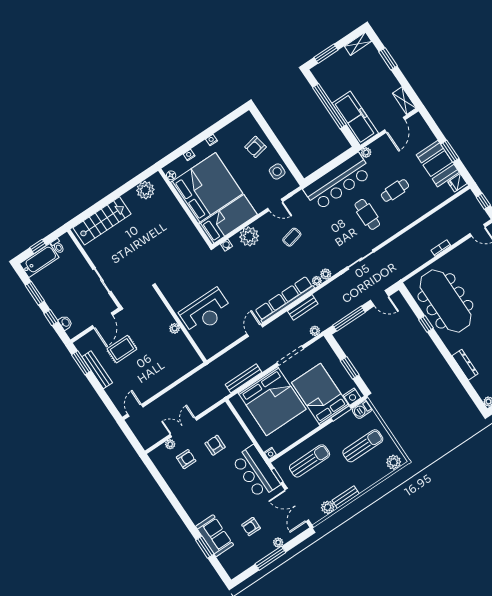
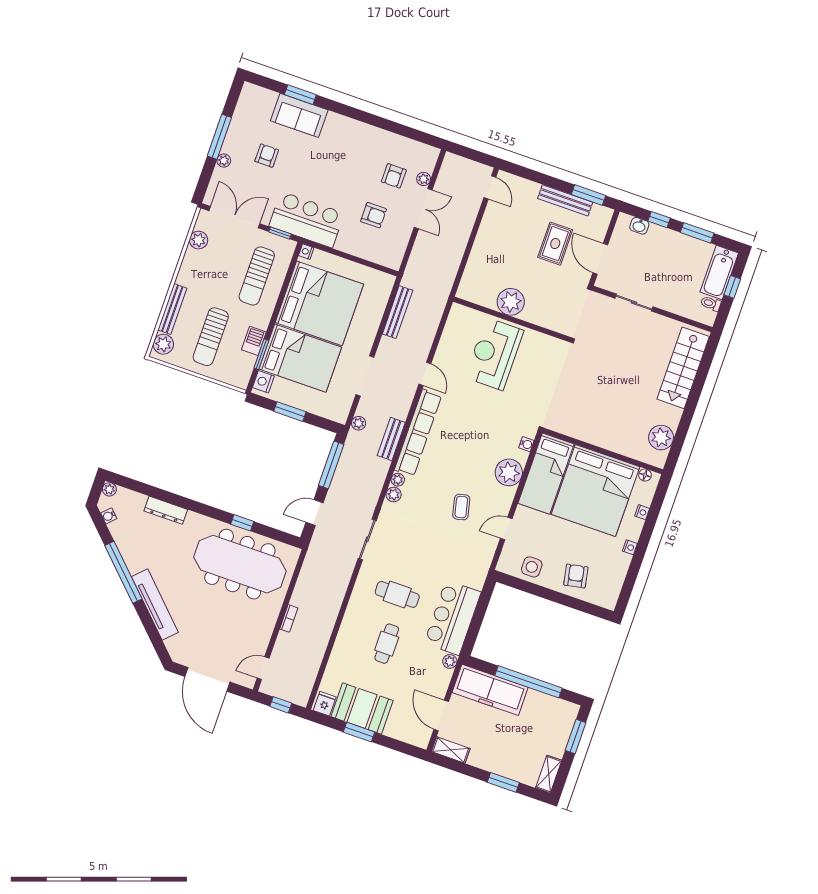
bar counter: (338, 182) -> (453, 618), width x0.73
plant: (175, 328) -> (511, 302), width x1.88, depth x1.88
bed: (272, 401) -> (319, 303), moved, turned 180
barbecue: (362, 410) -> (254, 341), moved
bench: (346, 497) -> (172, 309), moved, width x1.36

